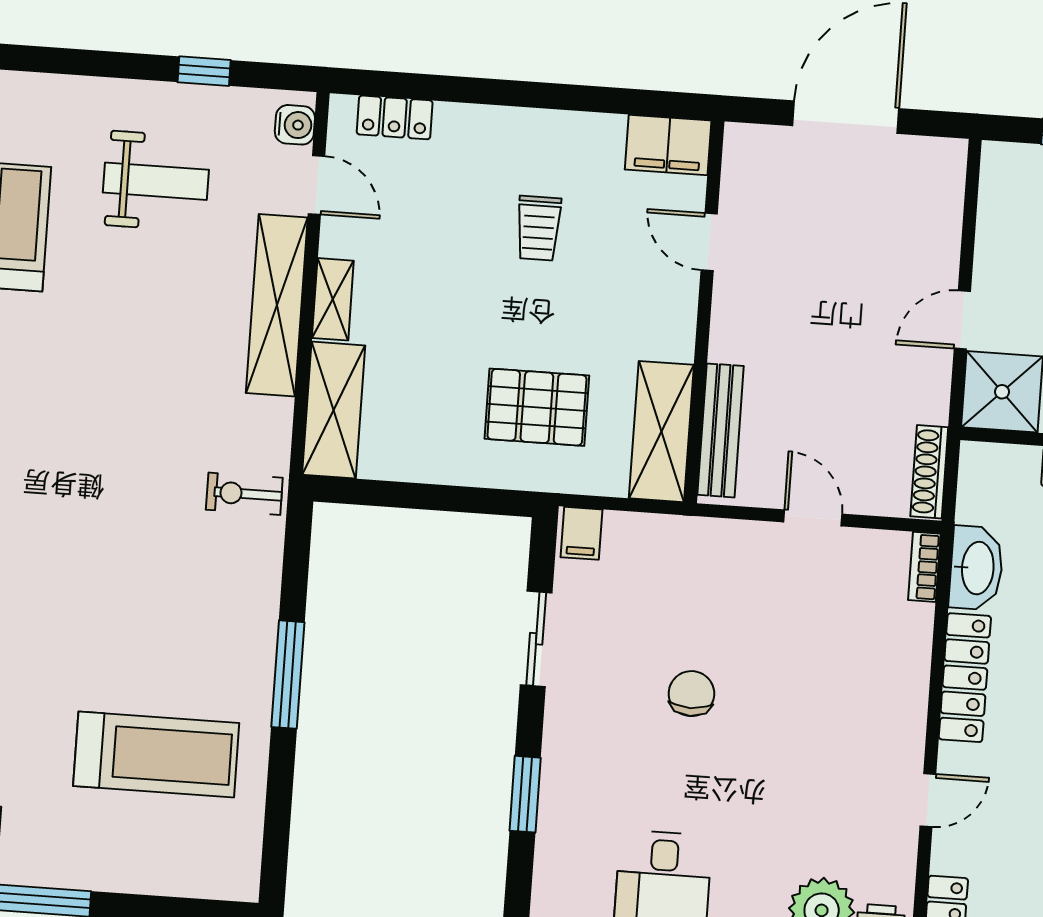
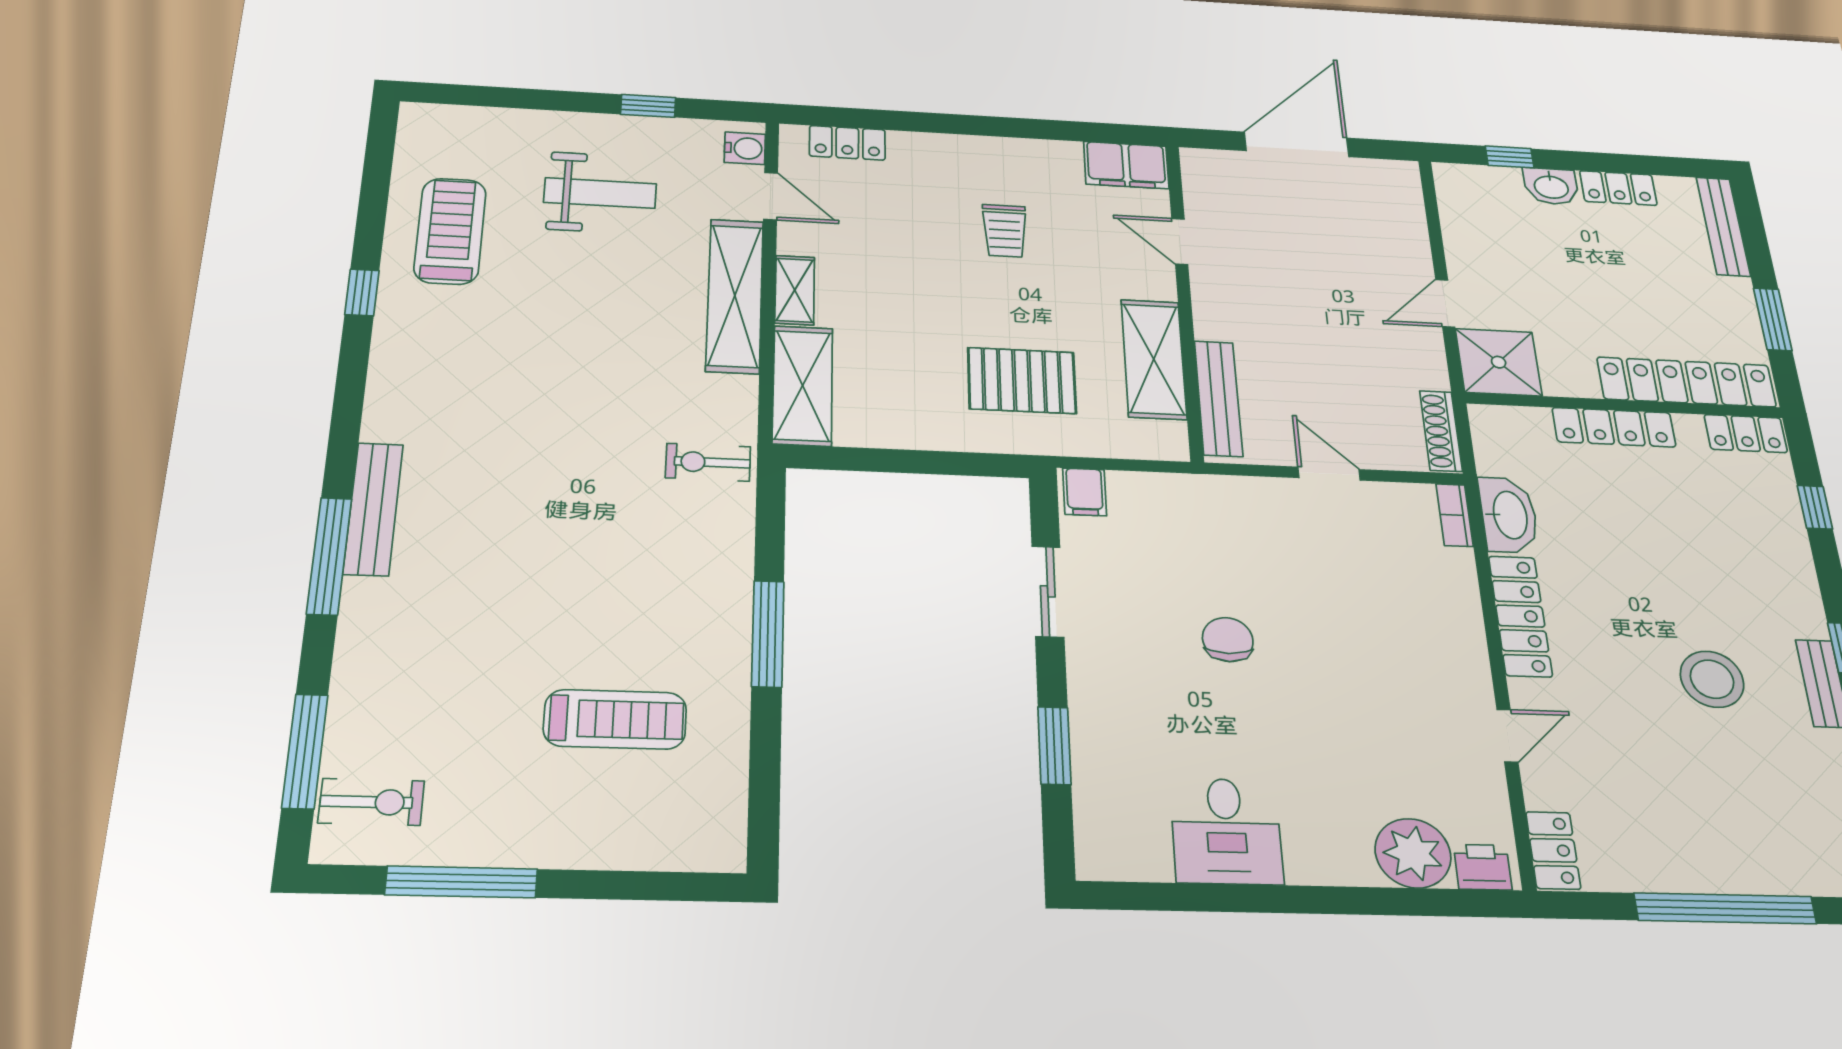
shelving: (661, 432) -> (1154, 359), moved
treadmill: (156, 754) -> (615, 719), width x0.73, depth x0.73

